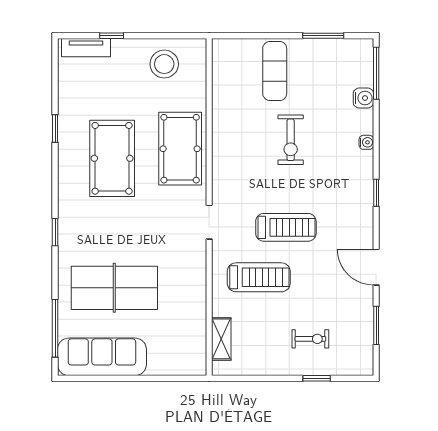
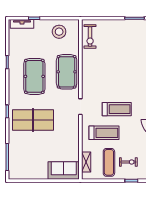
exercise mat: (275, 71) -> (109, 162), moved
exercise bike: (291, 140) -> (90, 37), moved
table tennis table: (114, 288) -> (33, 120), moved
sofa: (102, 357) -> (64, 171), moved, width x0.73

